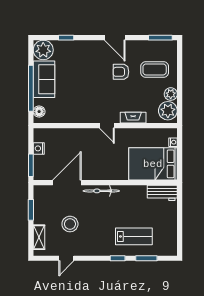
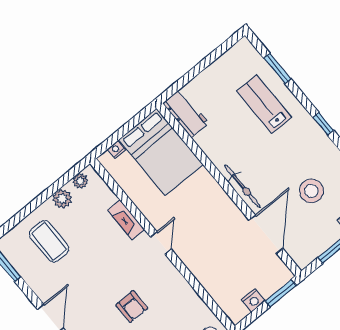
armchair: (121, 72) -> (132, 306), moved
plant: (168, 111) -> (80, 181), width x0.53, depth x0.53
door: (67, 183) -> (266, 234), swing flipped
window: (118, 258) -> (323, 124), moved

